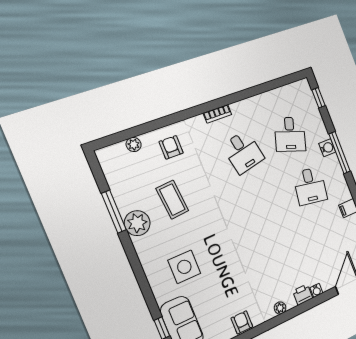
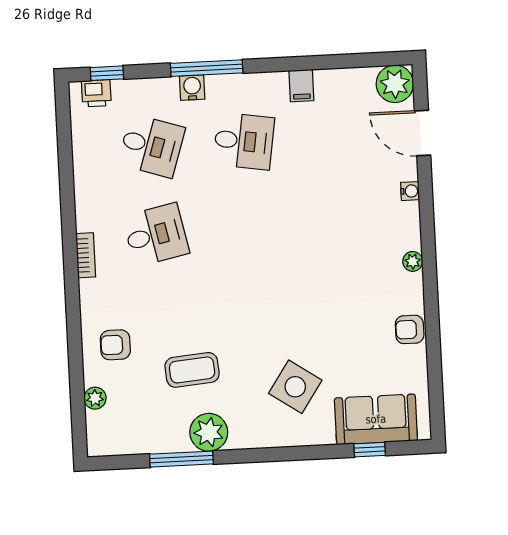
side table: (184, 267) -> (295, 387), turned 34
printer: (303, 295) -> (96, 93), moved, turned -90

